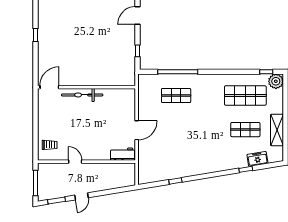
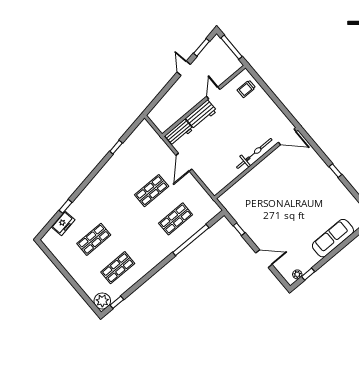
door: (138, 15) -> (264, 259), hinge flipped
door: (49, 87) -> (287, 137), hinge flipped
shop shelf: (245, 96) -> (118, 268), width x0.70, depth x0.74
shop shelf: (176, 130) -> (152, 191), added
shelving: (277, 130) -> (67, 261), removed
workbench: (96, 154) -> (201, 115), added
door: (75, 162) -> (213, 93), swing flipped

